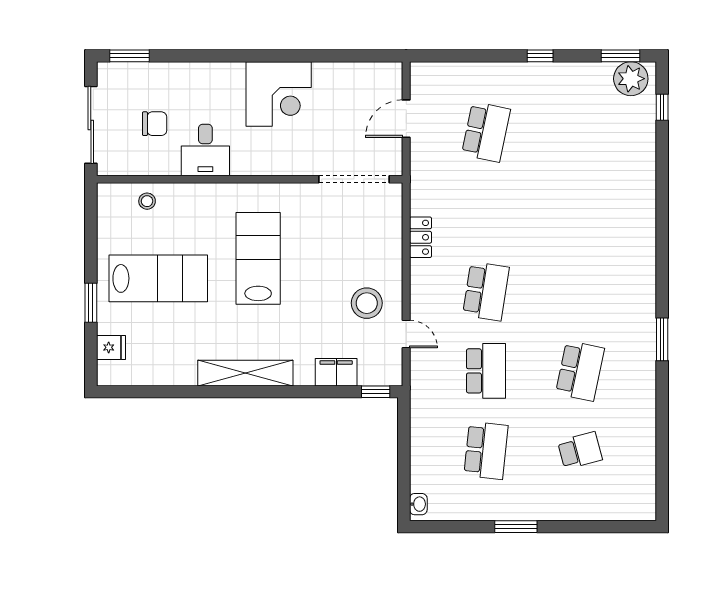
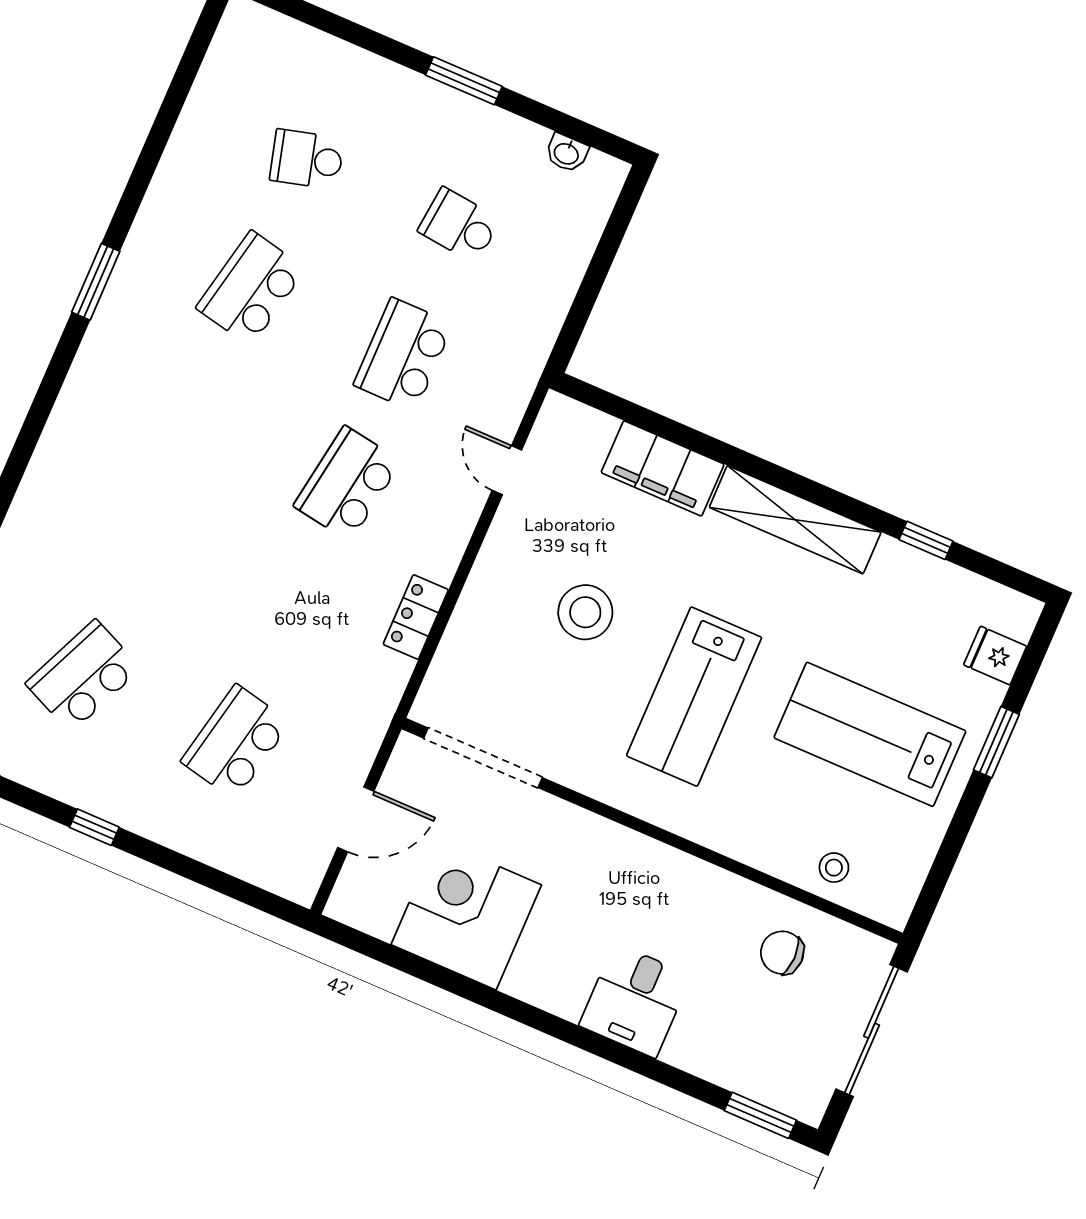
corner desk: (279, 94) -> (466, 915), moved
chair: (155, 124) -> (782, 953), moved
school desk: (580, 132) -> (83, 676), added
desk: (205, 150) -> (635, 1001), moved, turned 180
stool: (367, 303) -> (585, 612), moved
filing cabinet: (336, 372) -> (663, 468), width x1.50, depth x1.17
window: (376, 392) -> (926, 540), moved
school desk: (486, 451) -> (459, 225), width x0.54
washbasin: (418, 504) -> (567, 153), moved, turned -90

